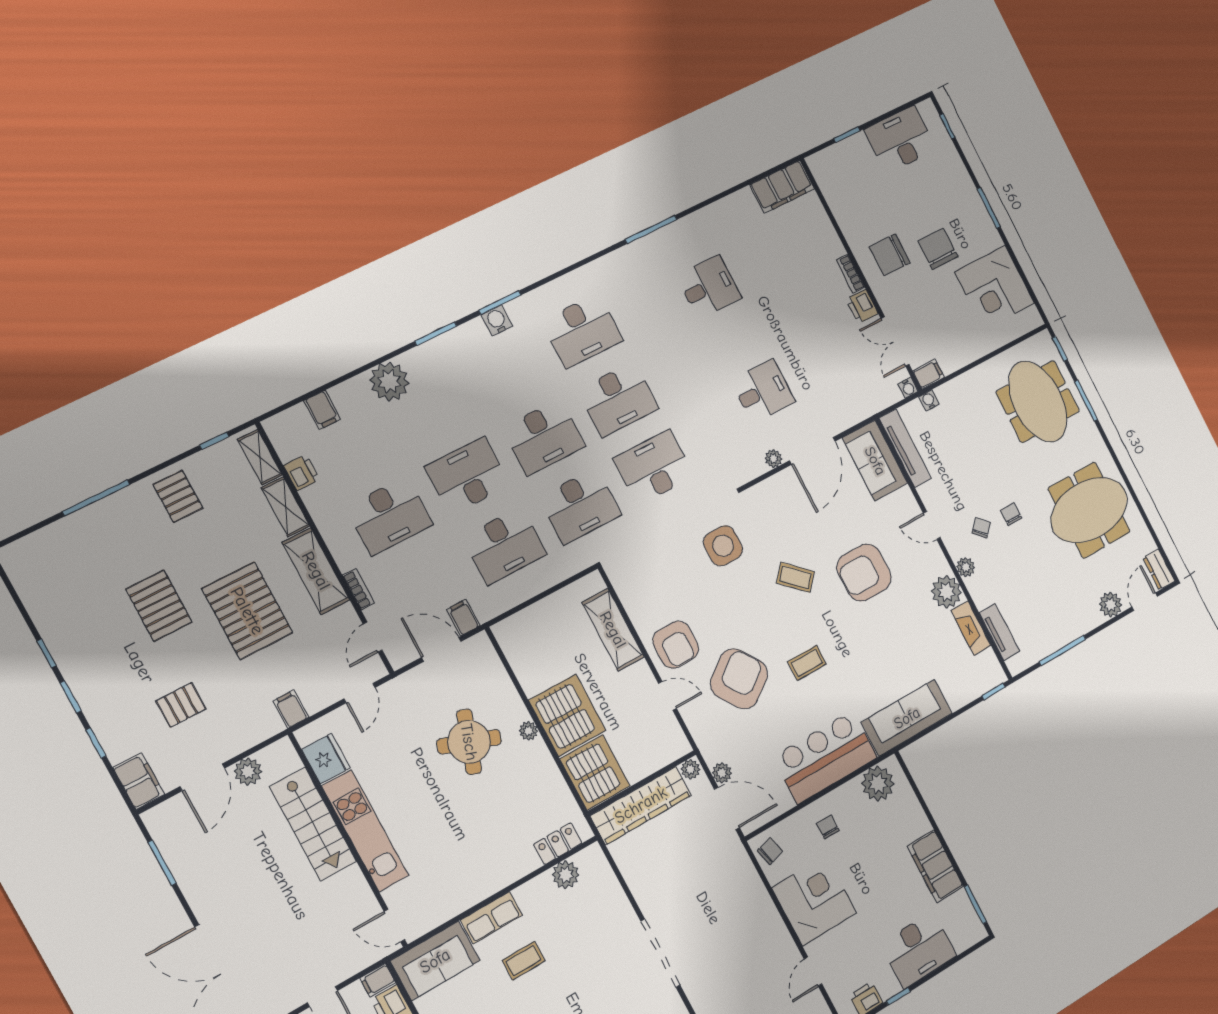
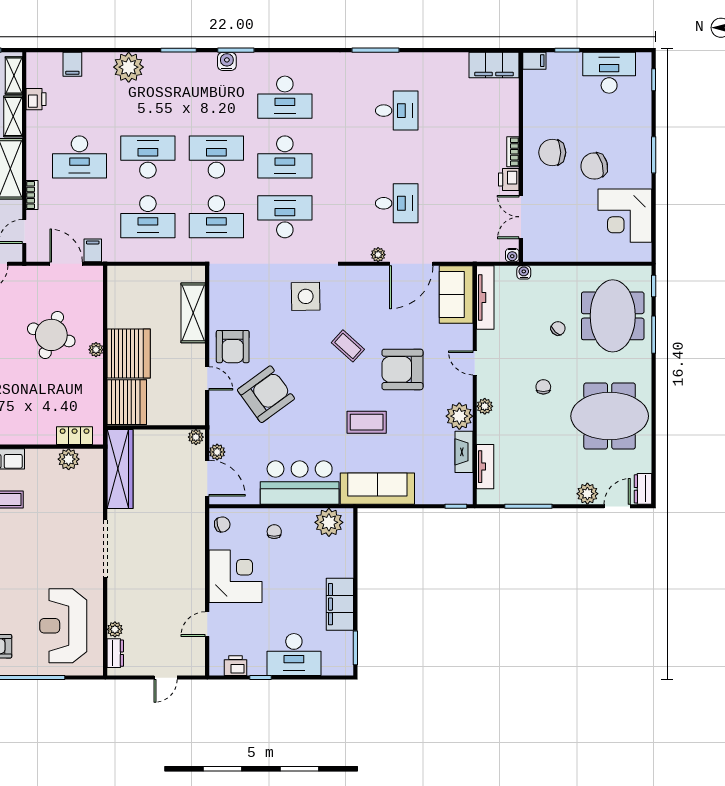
chair: (938, 249) -> (594, 166), turned -105
filing cabinet: (928, 374) -> (534, 61), moved
desk: (544, 437) -> (216, 157), turned 180
chair: (981, 528) -> (558, 328), moved
coffee table: (807, 663) -> (367, 422), moved, width x1.36, depth x1.30
wardrobe: (641, 805) -> (120, 469), moved, turned -90

